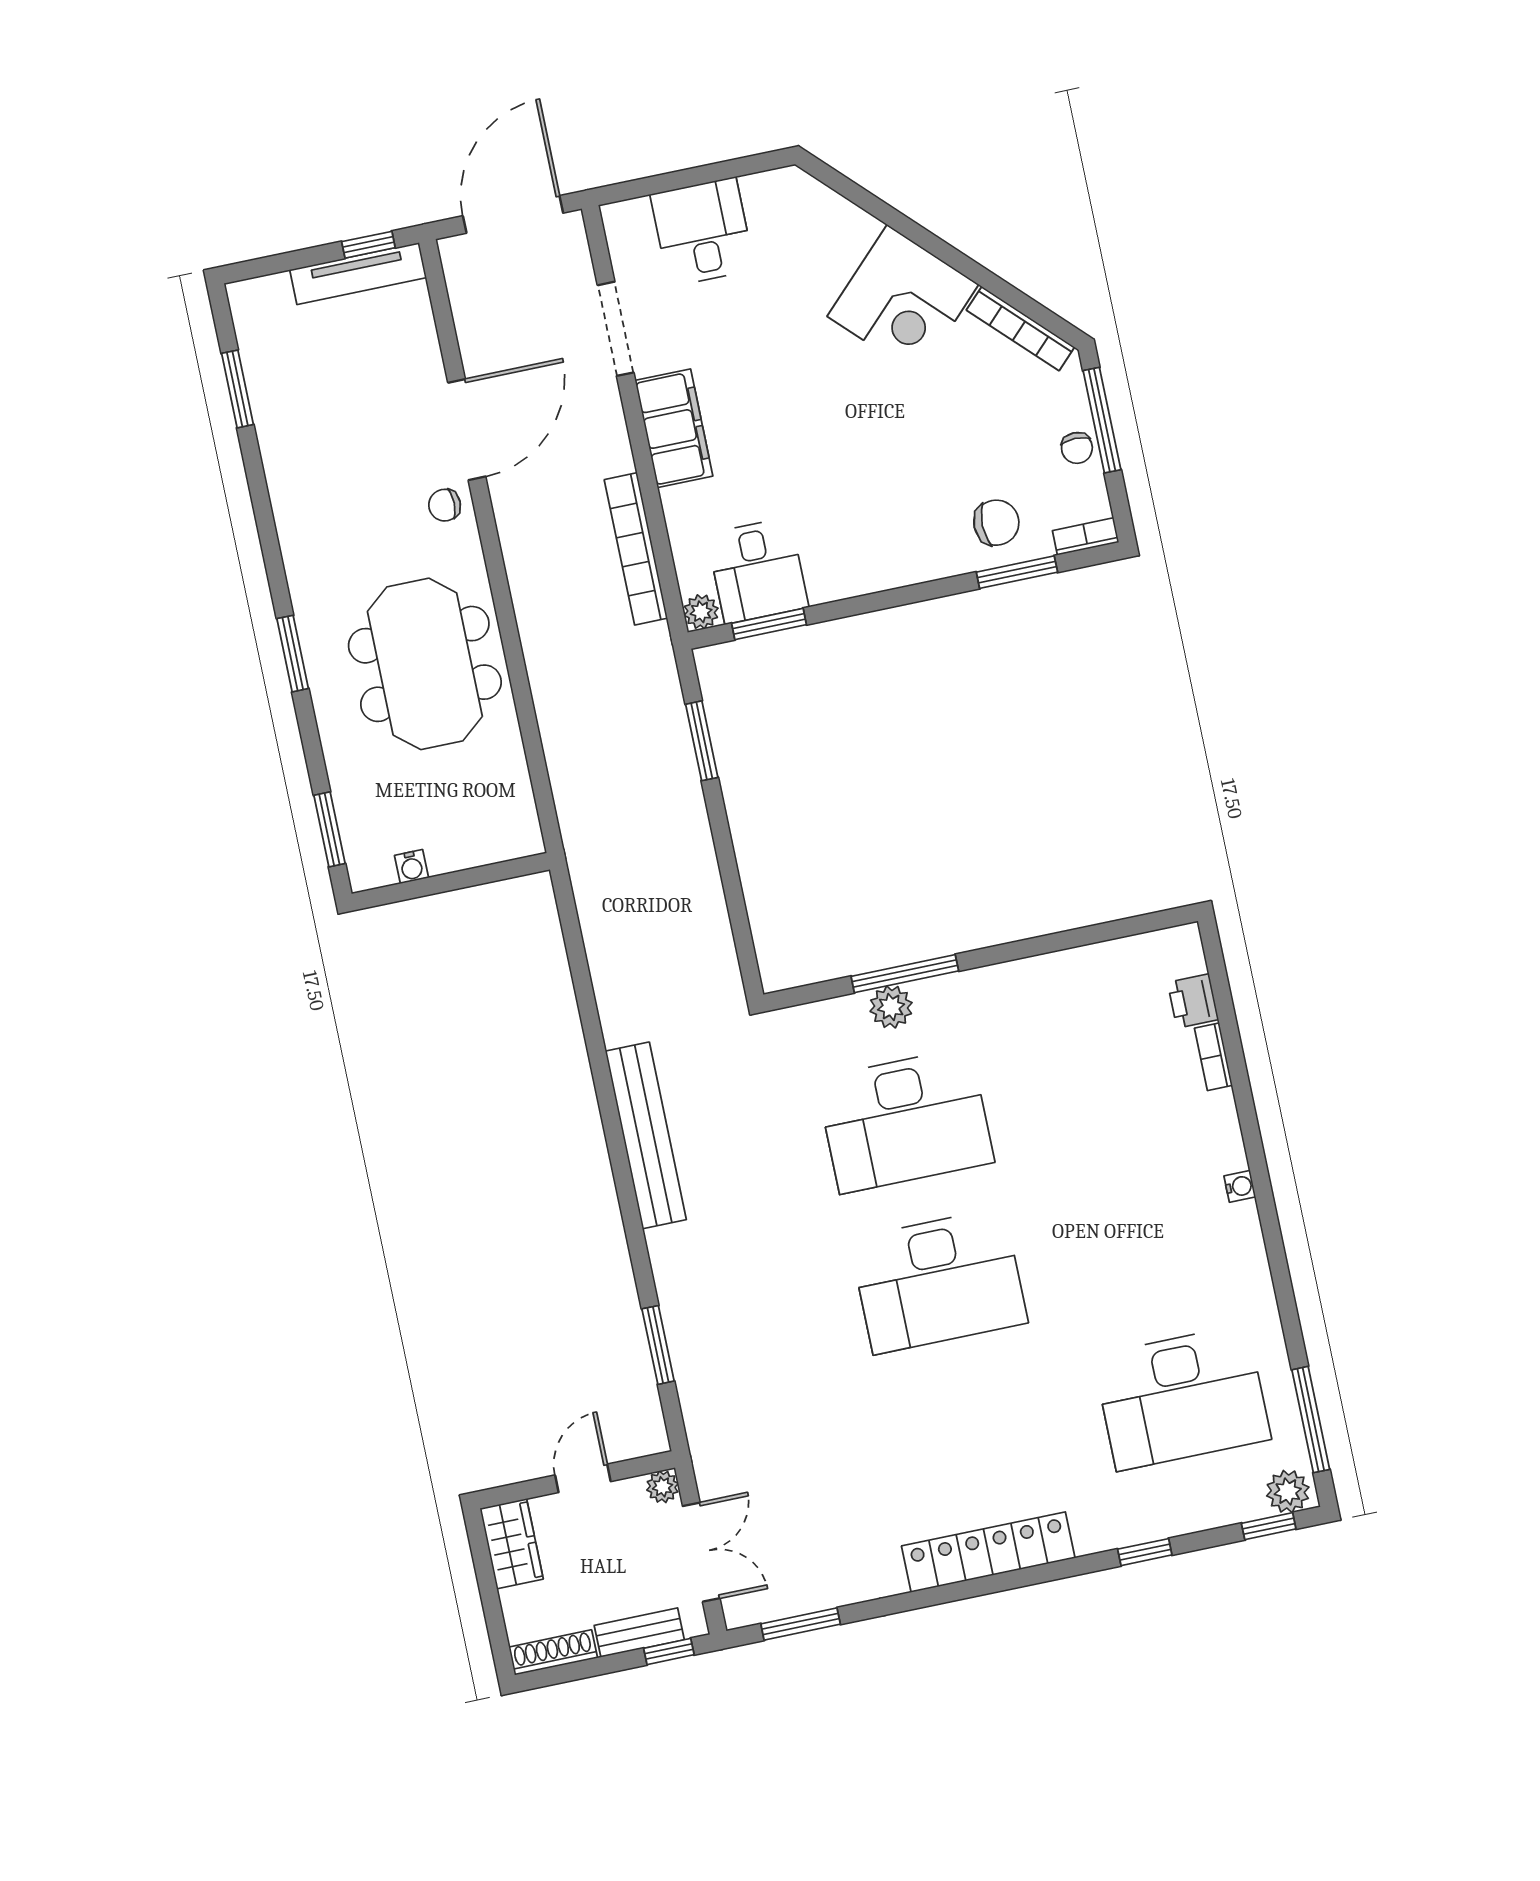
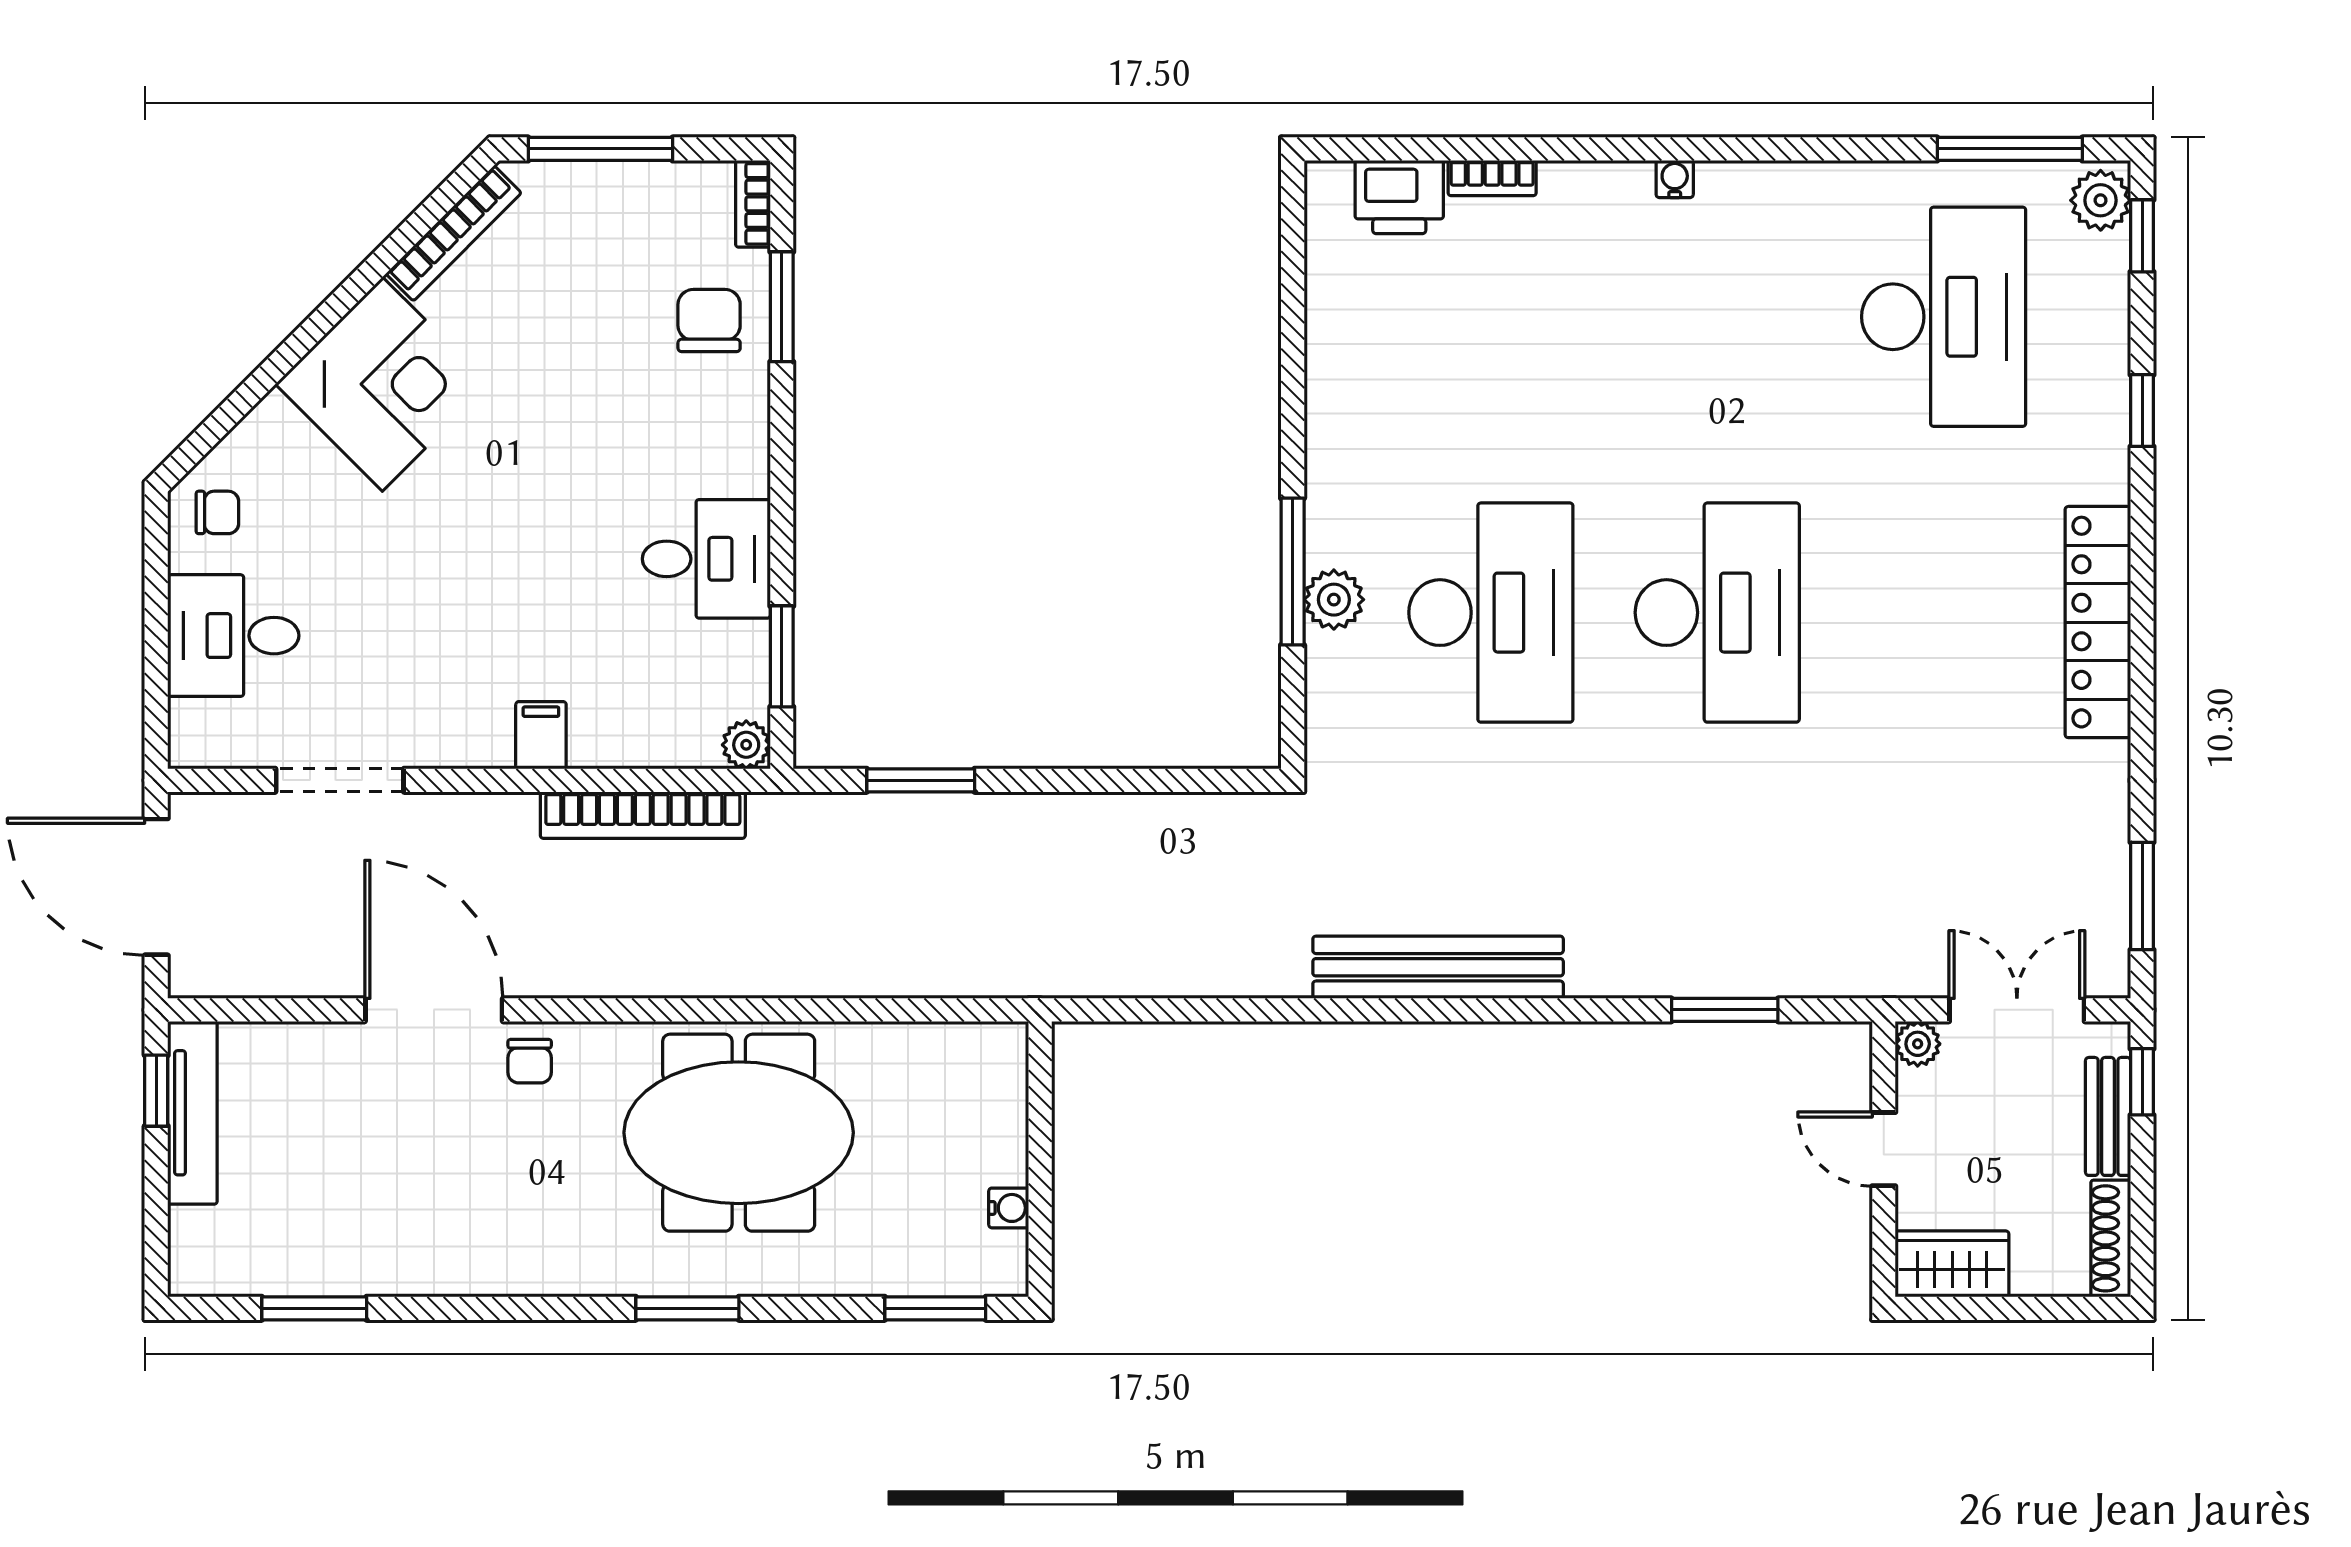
filing cabinet: (674, 428) -> (541, 735), width x0.33, depth x0.86
chair: (1077, 448) -> (217, 512), moved
desk: (758, 570) -> (706, 559), moved
printer: (1193, 1001) -> (1399, 197), width x1.36, depth x1.24

